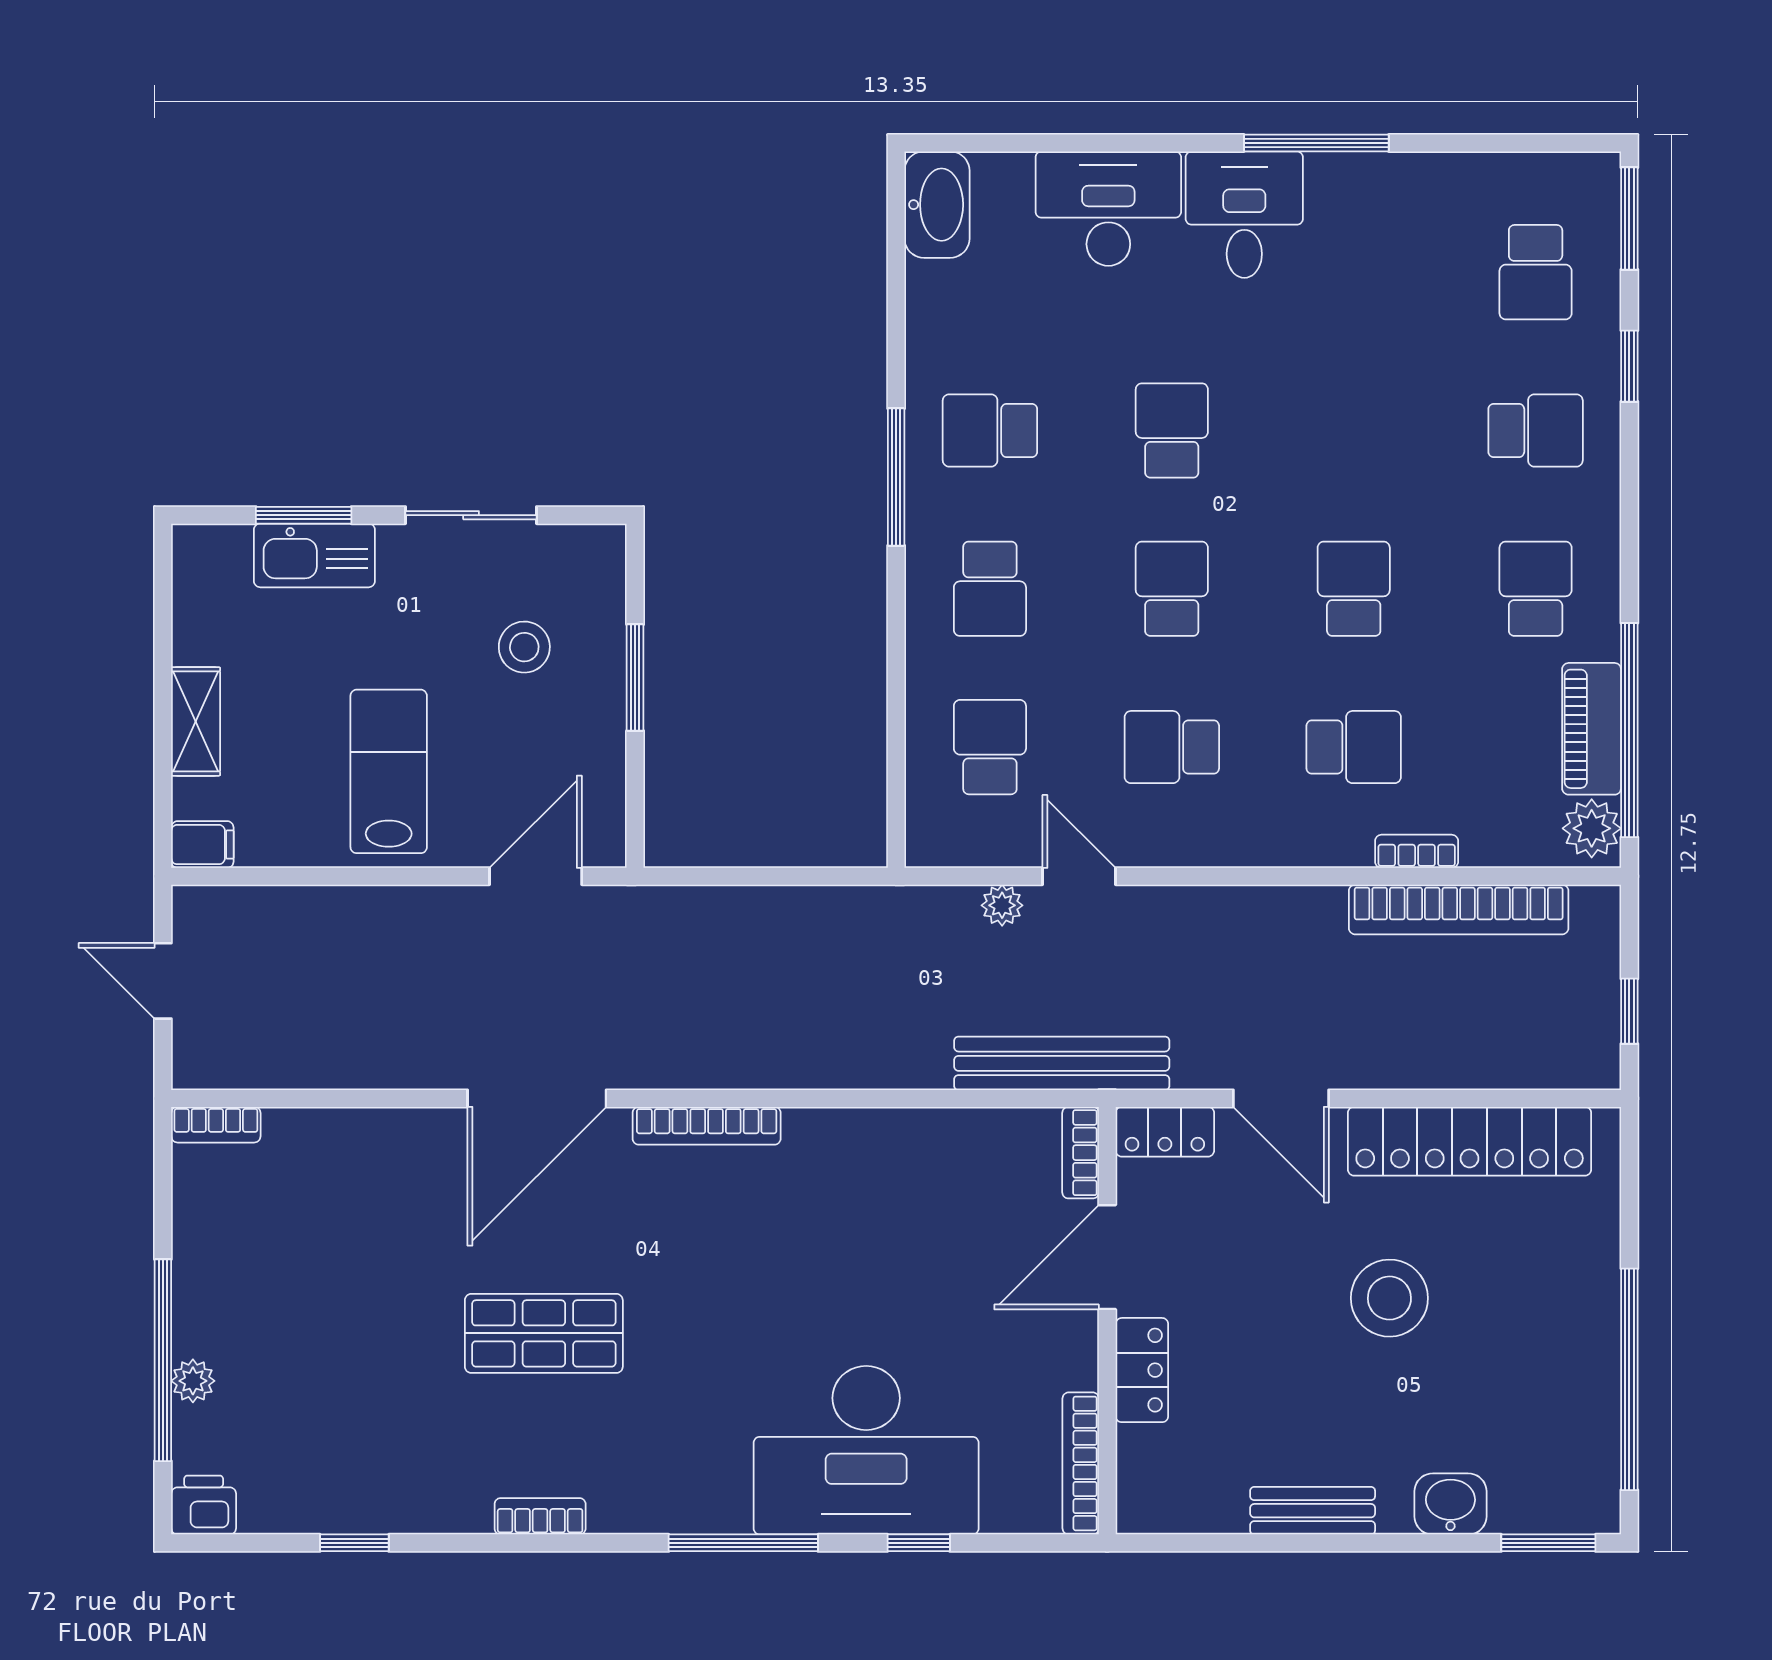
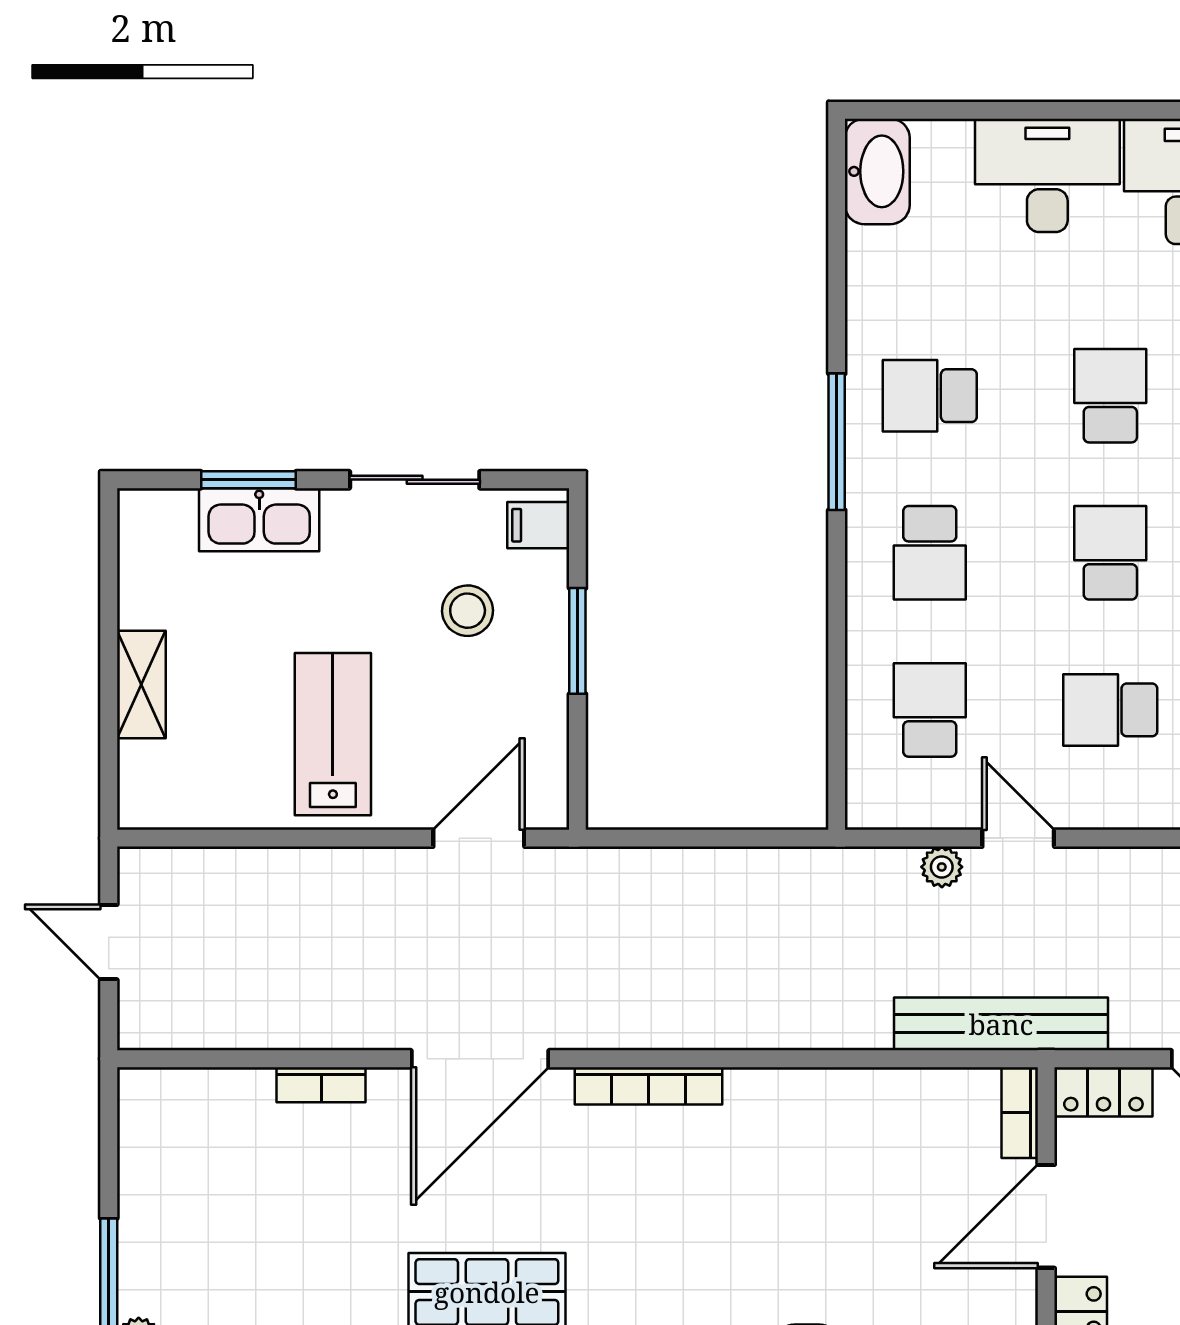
filing cabinet: (202, 845) -> (538, 525), moved, turned 180
bookcase: (216, 1125) -> (321, 1085), moved

